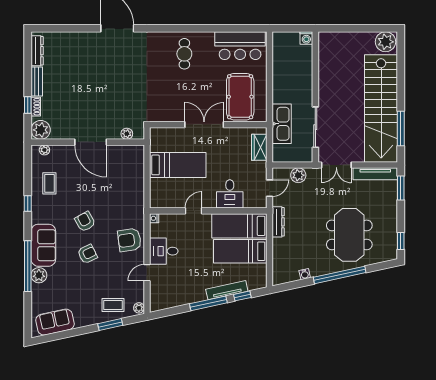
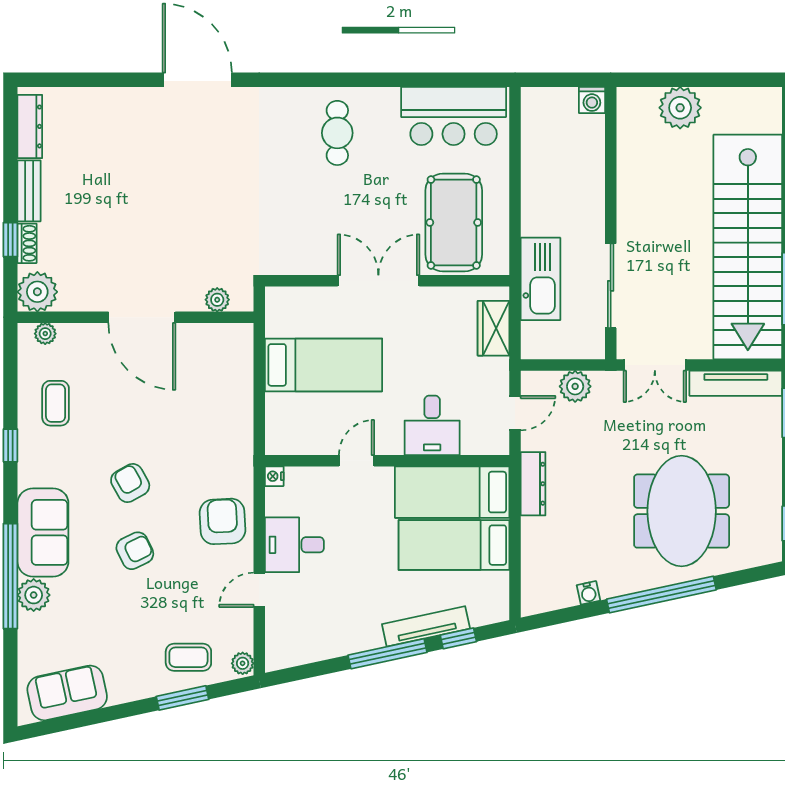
plant: (386, 42) -> (680, 108), moved
armchair: (129, 240) -> (223, 521), turned 95

